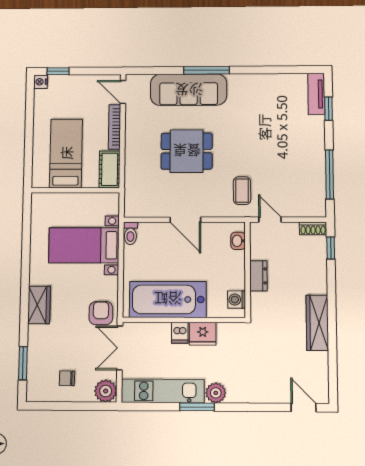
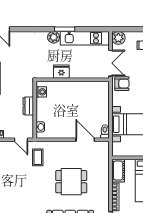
door: (185, 220) -> (85, 140), moved
bathtub: (168, 299) -> (82, 92), removed
armchair: (101, 313) -> (122, 84), turned -90
dishwasher: (180, 333) -> (75, 72), removed

